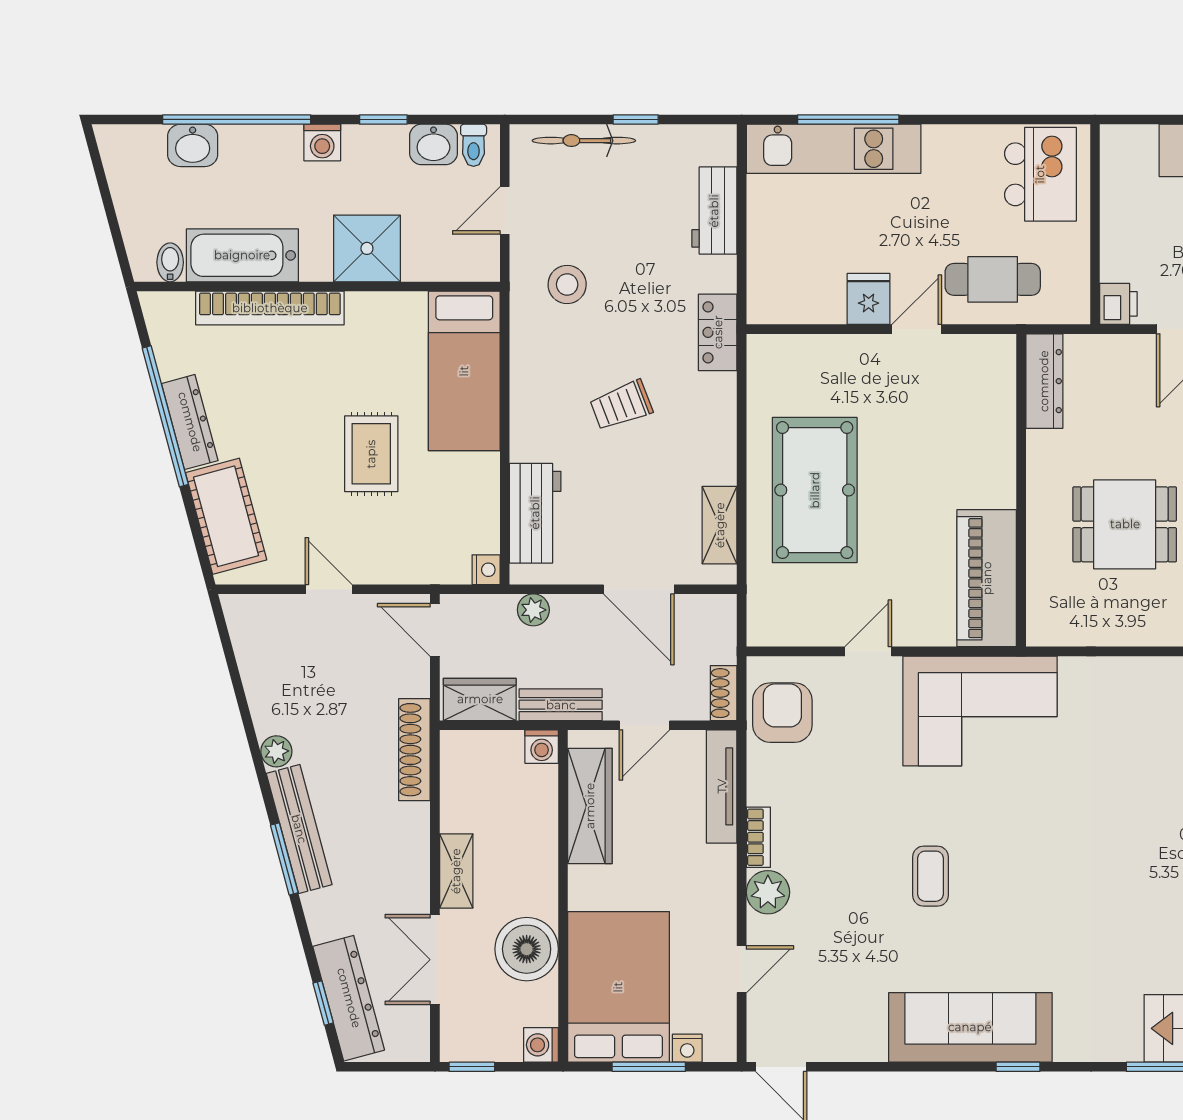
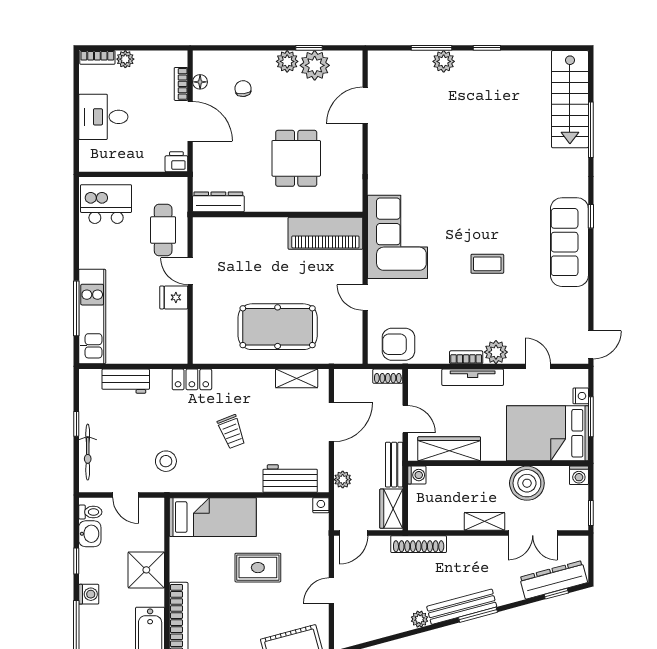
tv unit: (722, 786) -> (473, 377), moved

